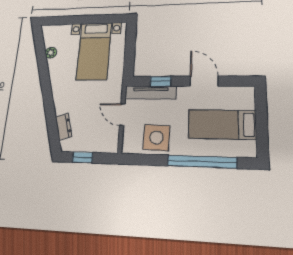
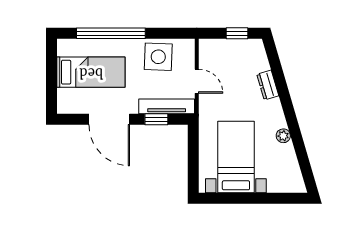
plant: (51, 53) -> (283, 136), moved
door: (204, 81) -> (109, 119), width x1.36
dresser: (64, 127) -> (268, 85), moved

